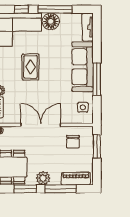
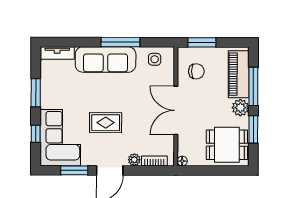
window: (55, 9) -> (36, 93), width x0.69
floor lamp: (51, 21) -> (50, 98), removed
piano: (76, 179) -> (239, 74), width x1.37, depth x1.33

